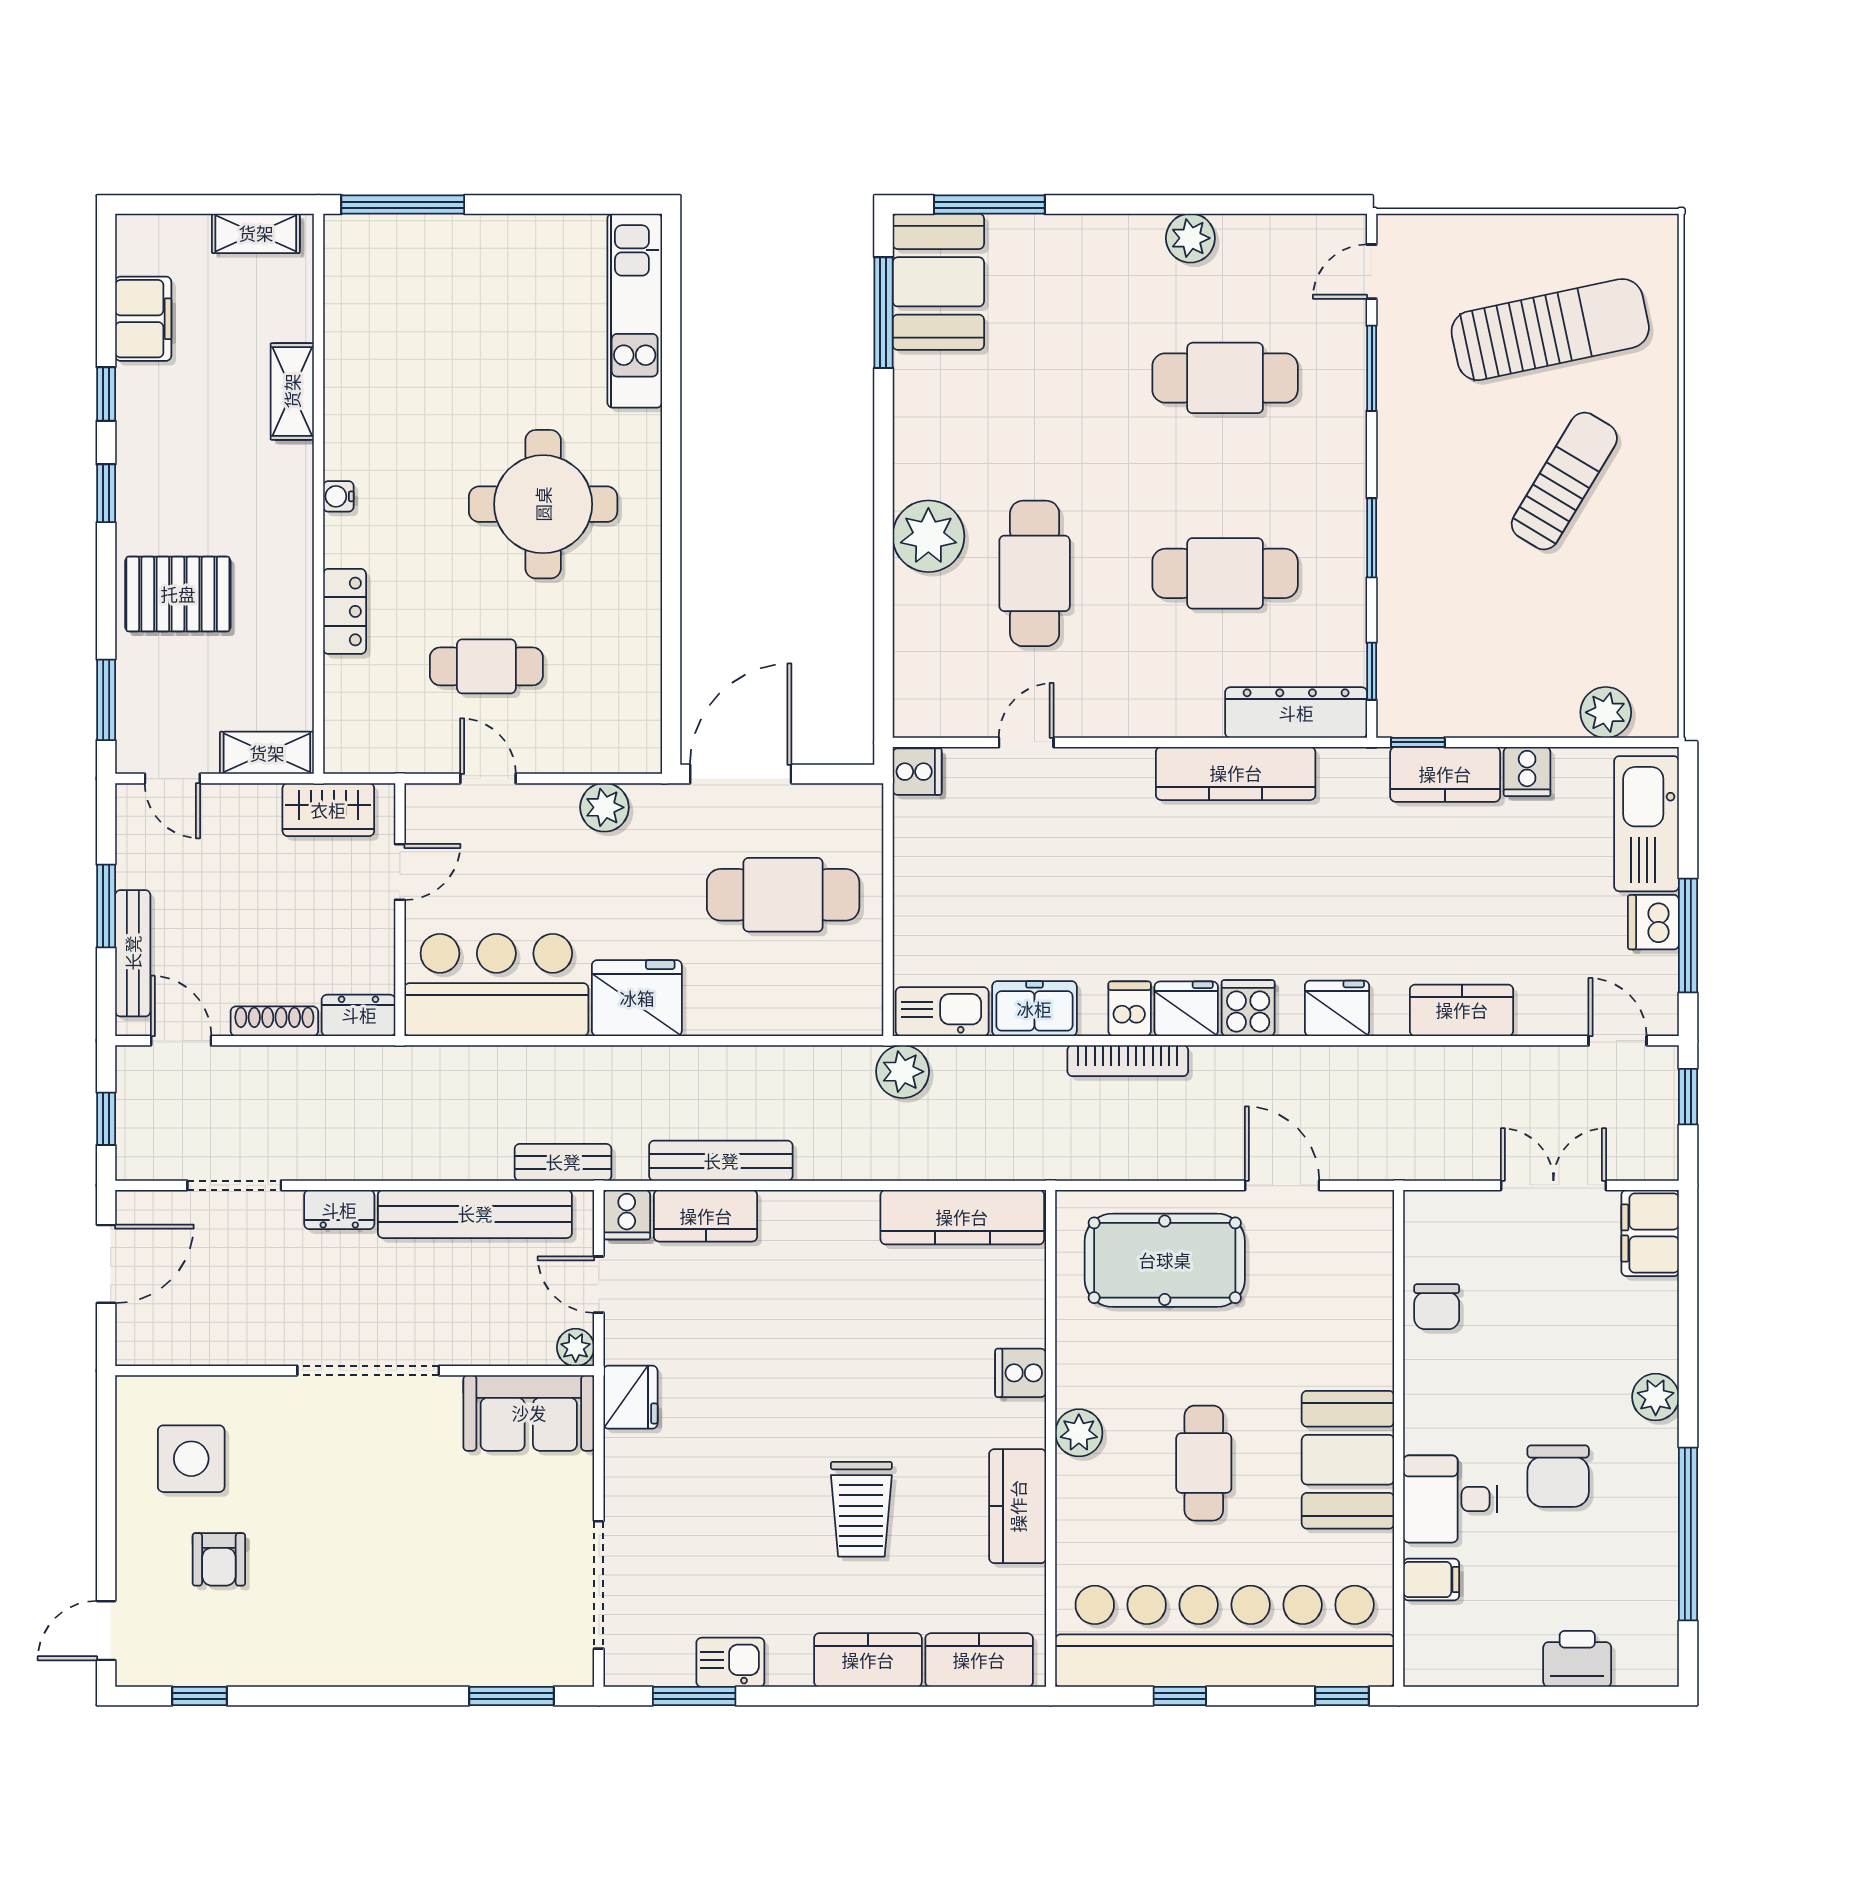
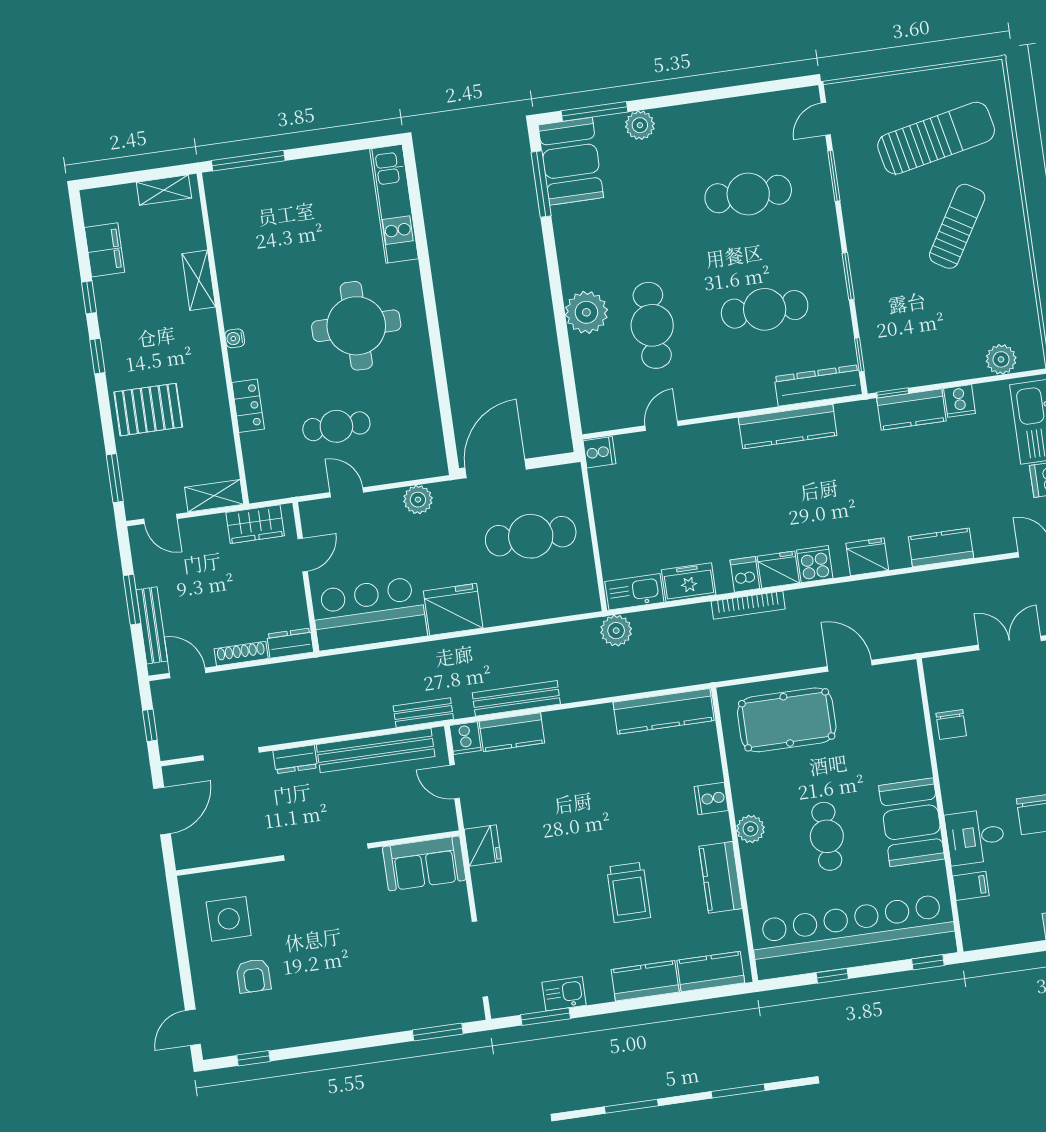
plant: (1190, 238) -> (640, 125), moved
plant: (576, 1347) -> (446, 821), removed

